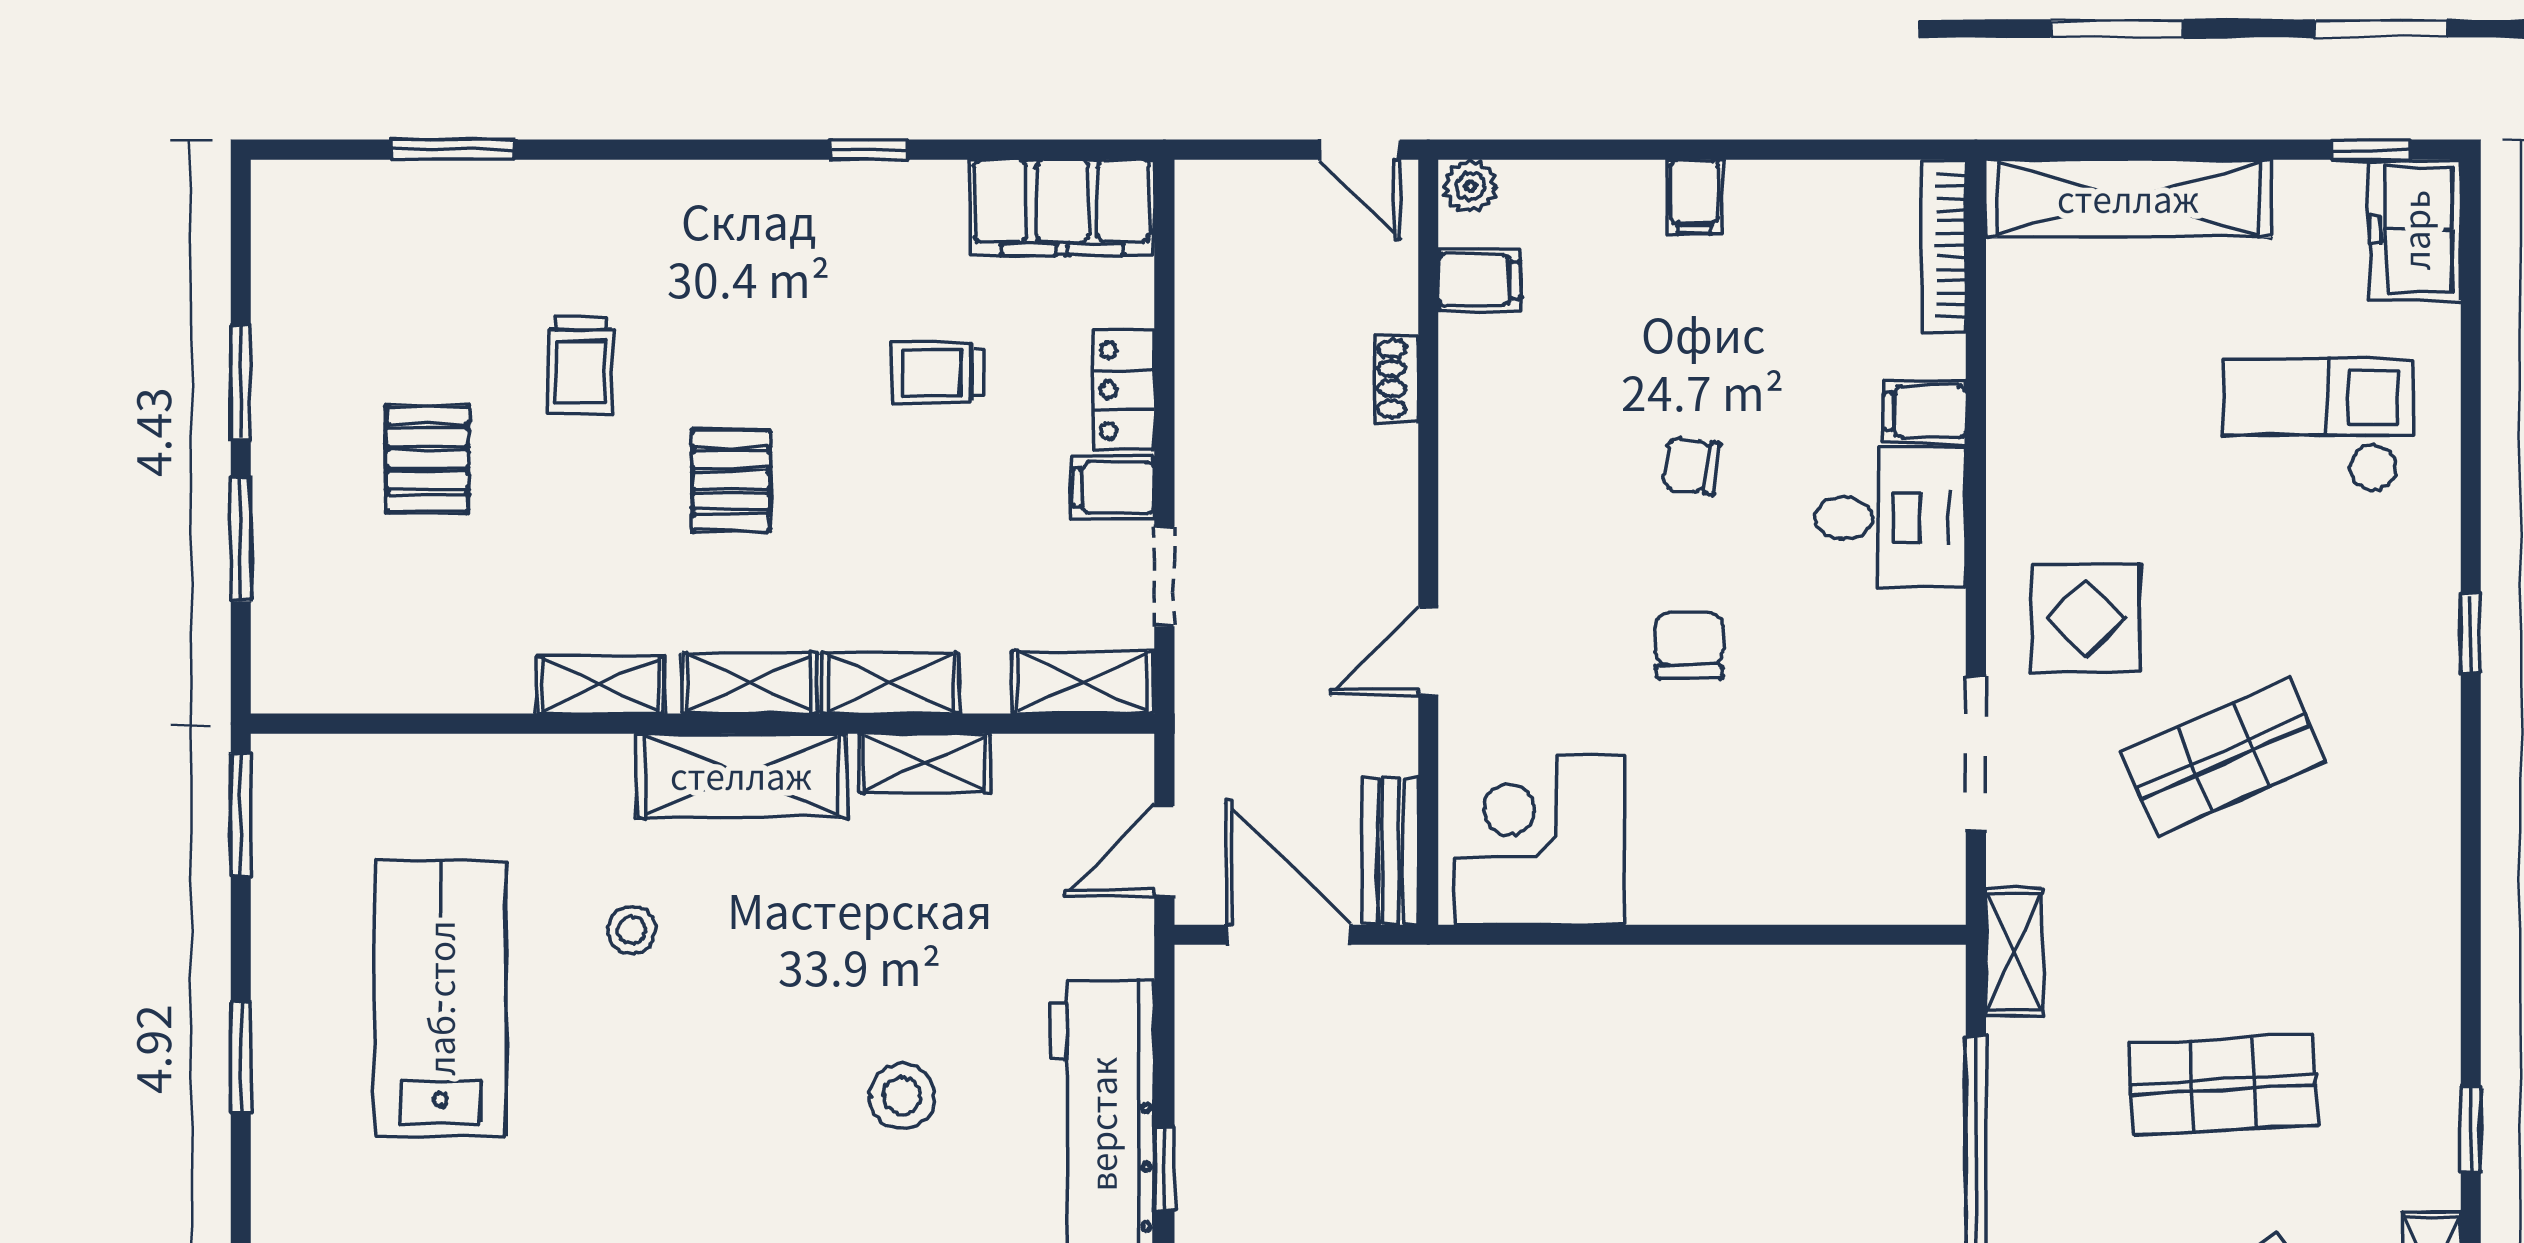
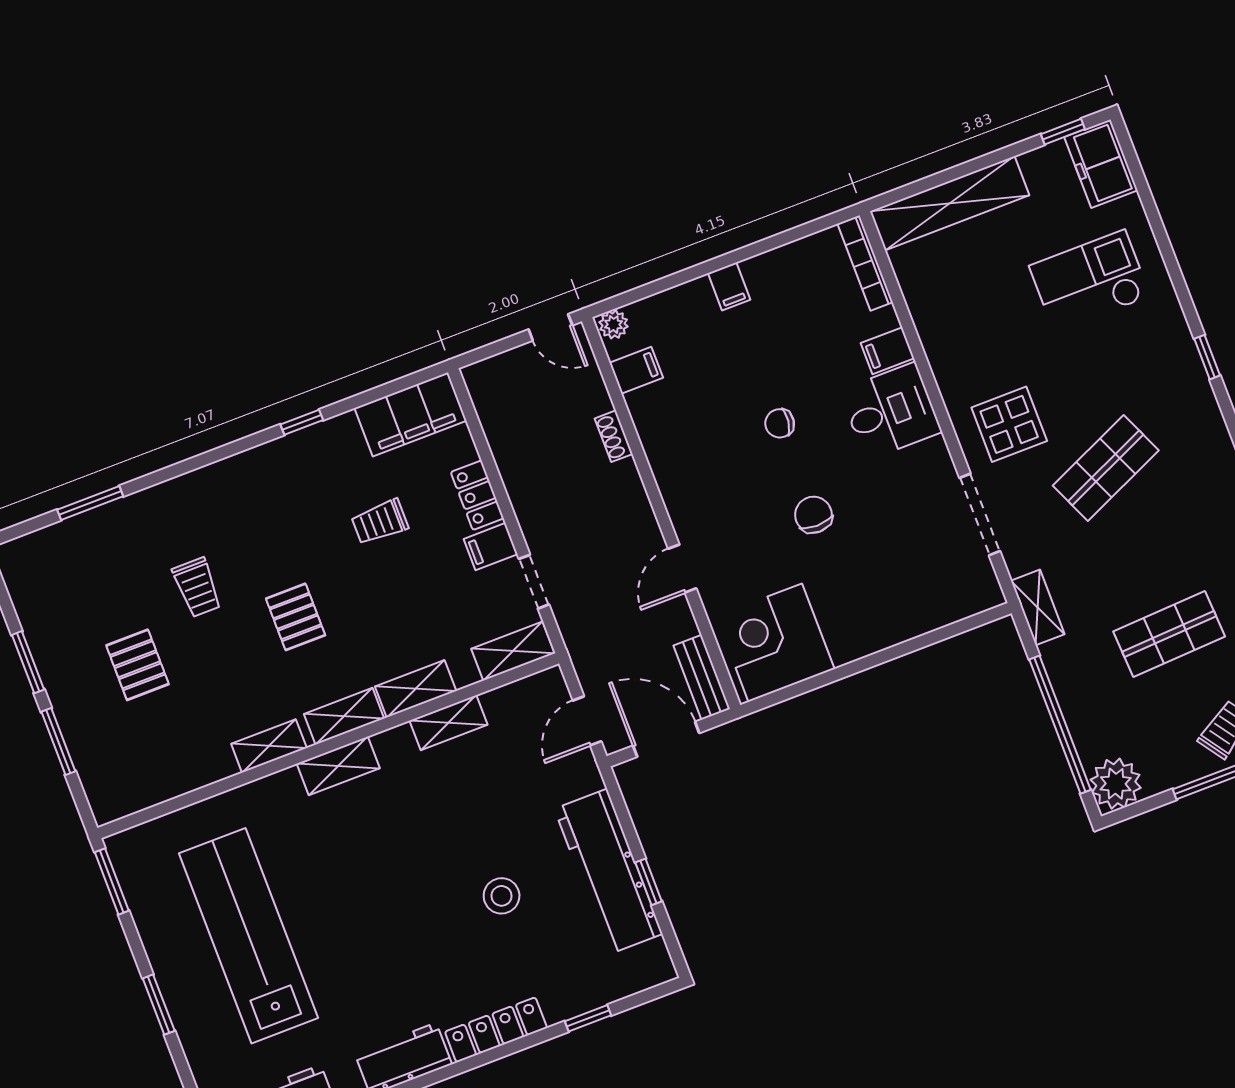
shelving: (741, 775) -> (338, 766), width x0.67, depth x0.75
stool: (632, 930) -> (332, 864), removed
lab bench: (440, 998) -> (248, 936), width x1.36

